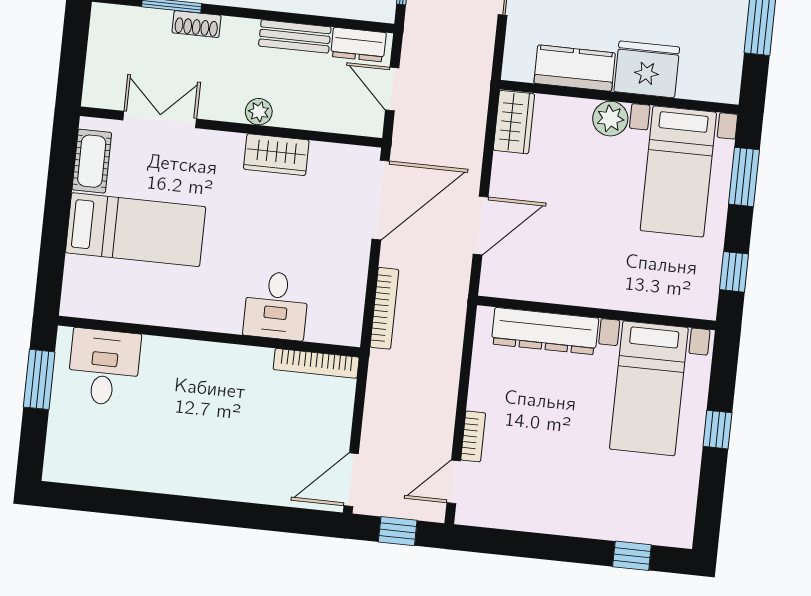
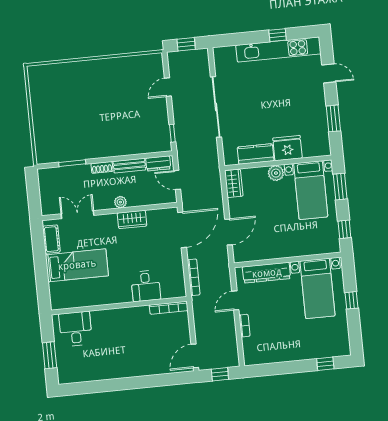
shoe rack: (197, 24) -> (102, 167), moved
window: (39, 379) -> (50, 355), moved
door: (454, 482) -> (235, 300), moved

